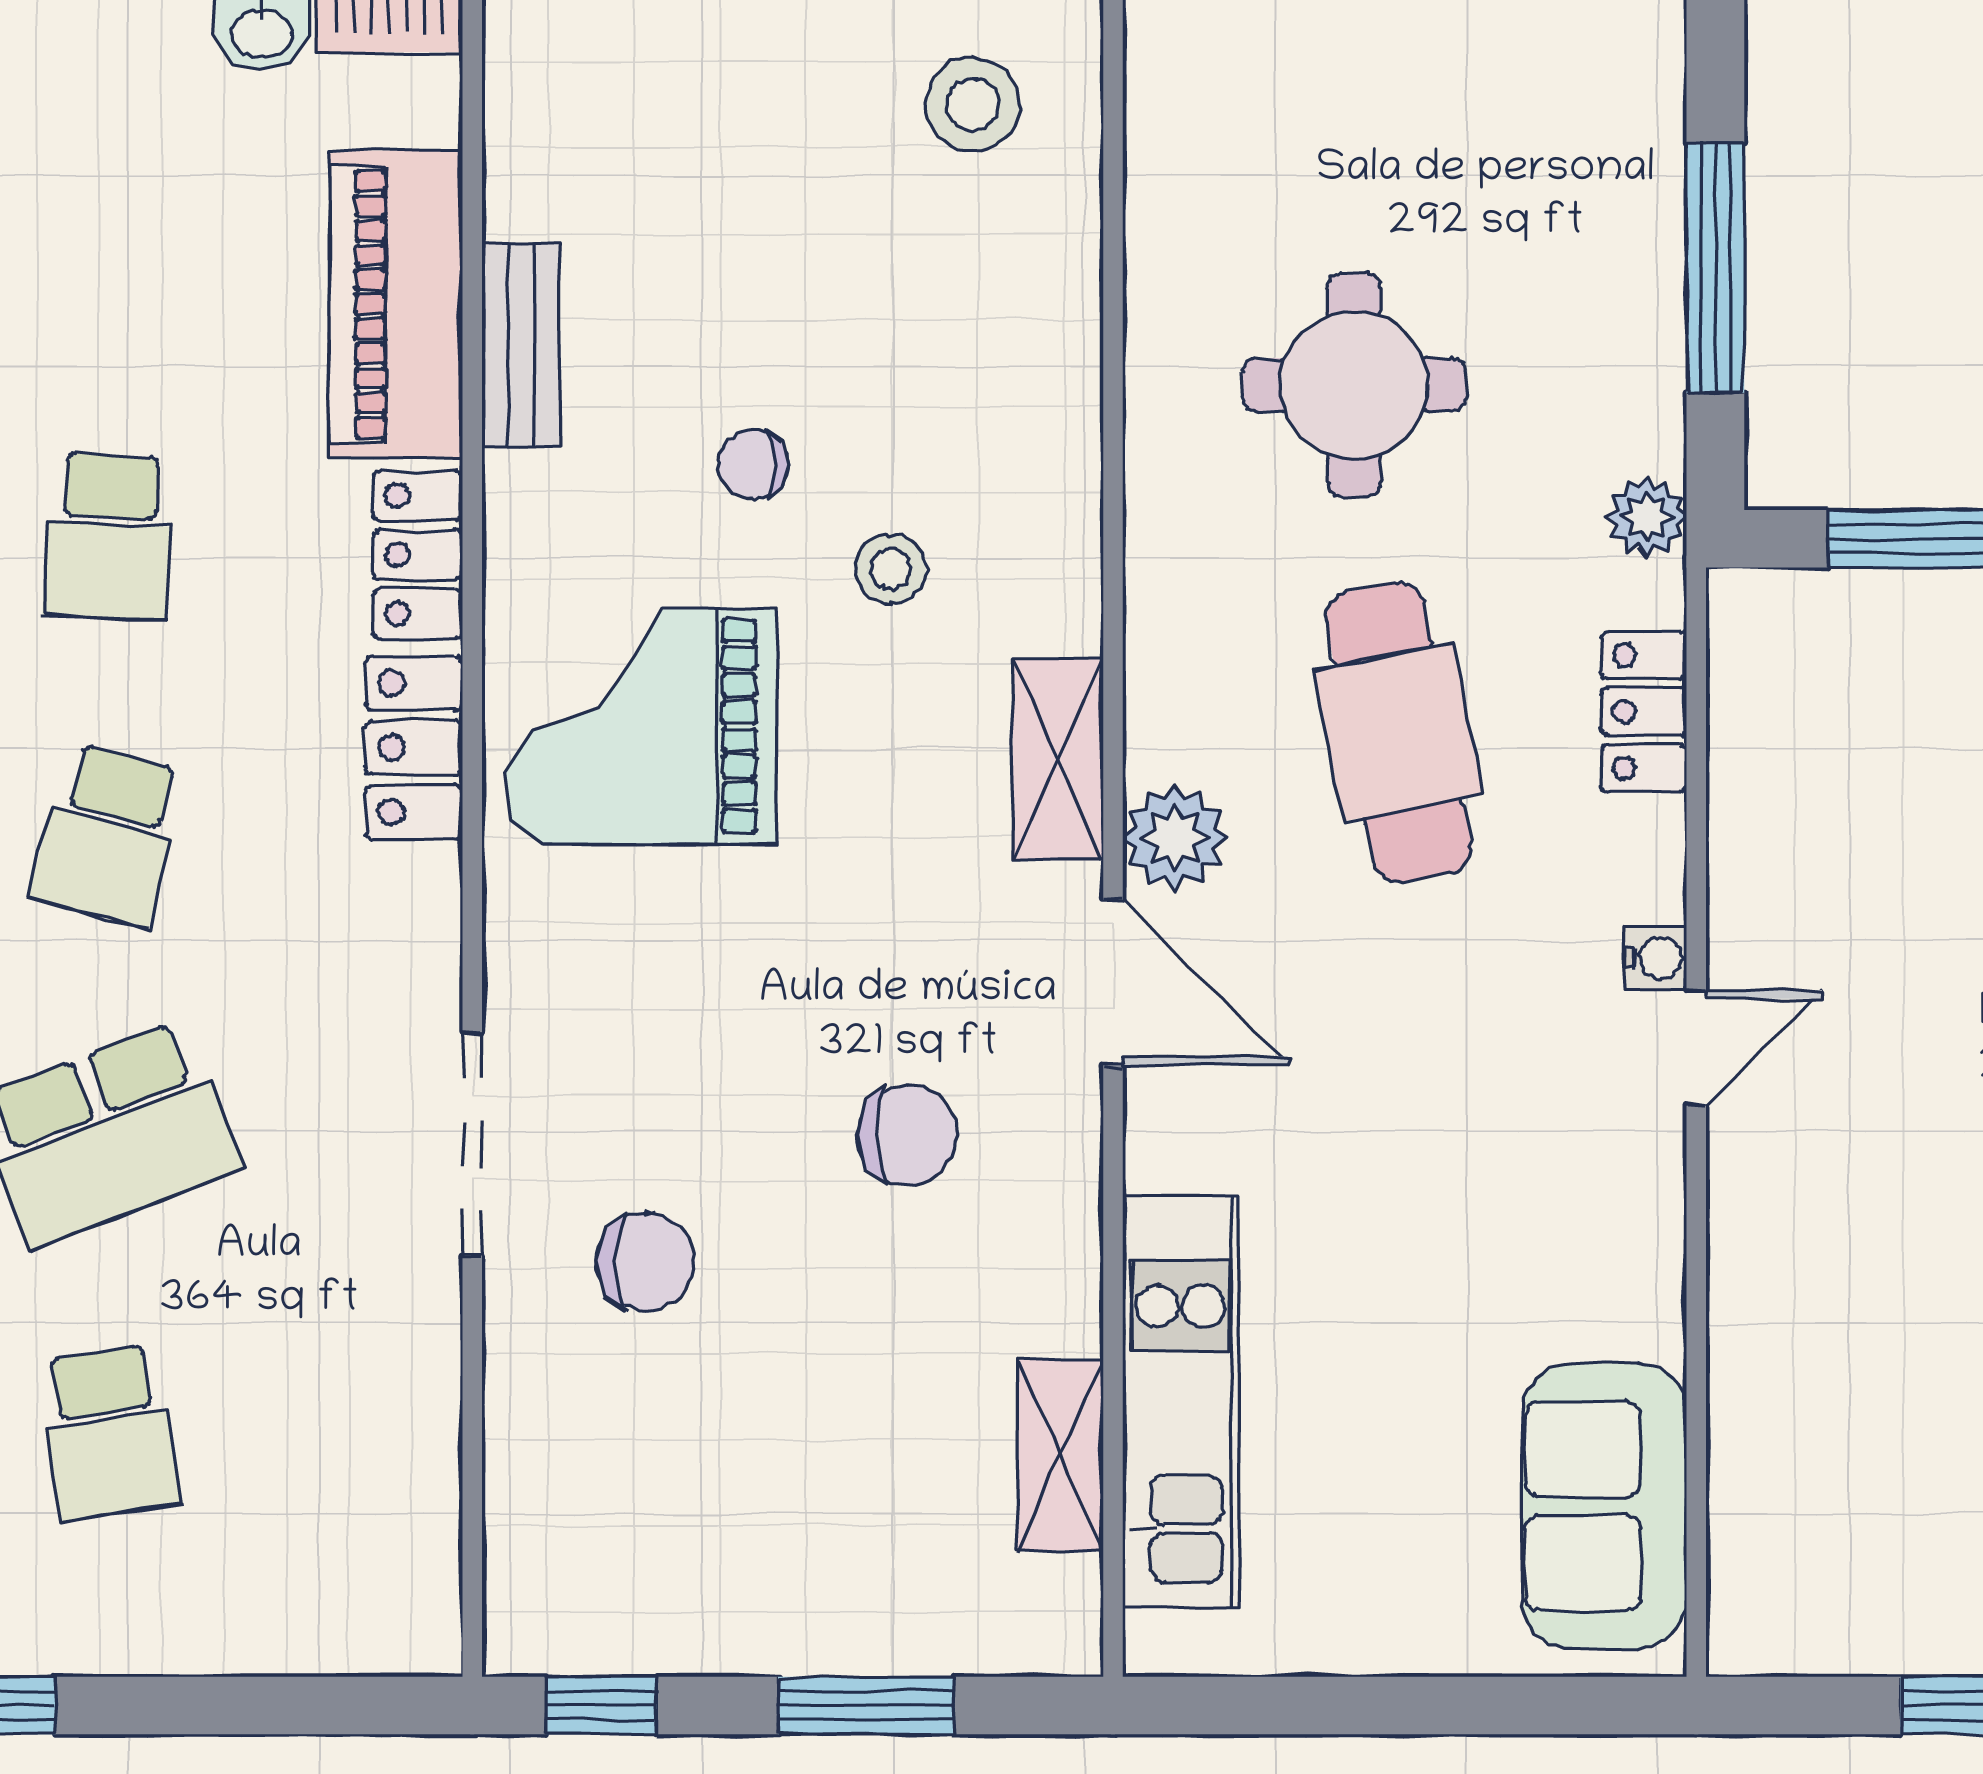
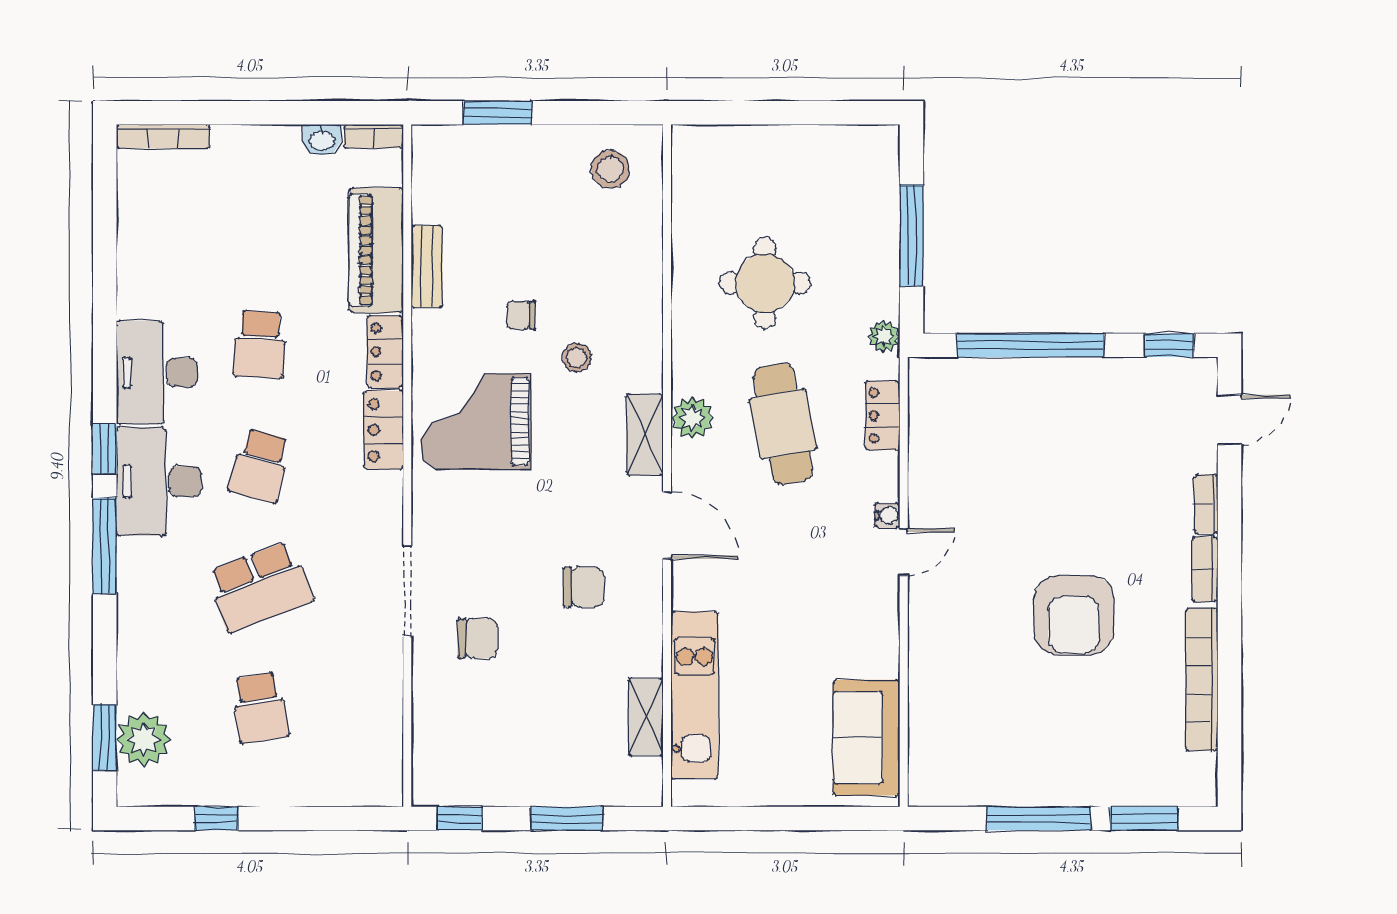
plant: (1175, 837) -> (692, 418), moved

